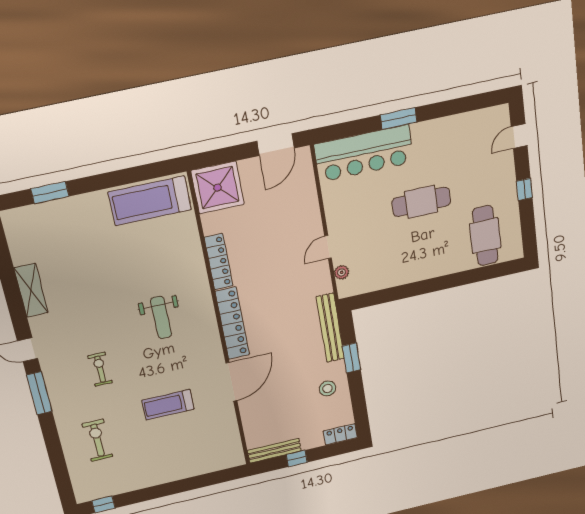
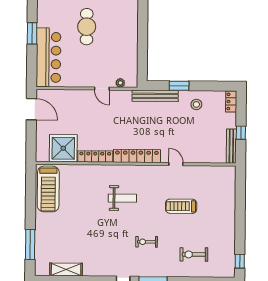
shower: (218, 188) -> (63, 148), moved
window: (50, 193) -> (30, 244), width x1.44
shelving: (31, 290) -> (66, 270), moved
door: (231, 382) -> (176, 164), width x0.53
treadmill: (168, 405) -> (181, 206), turned 90

